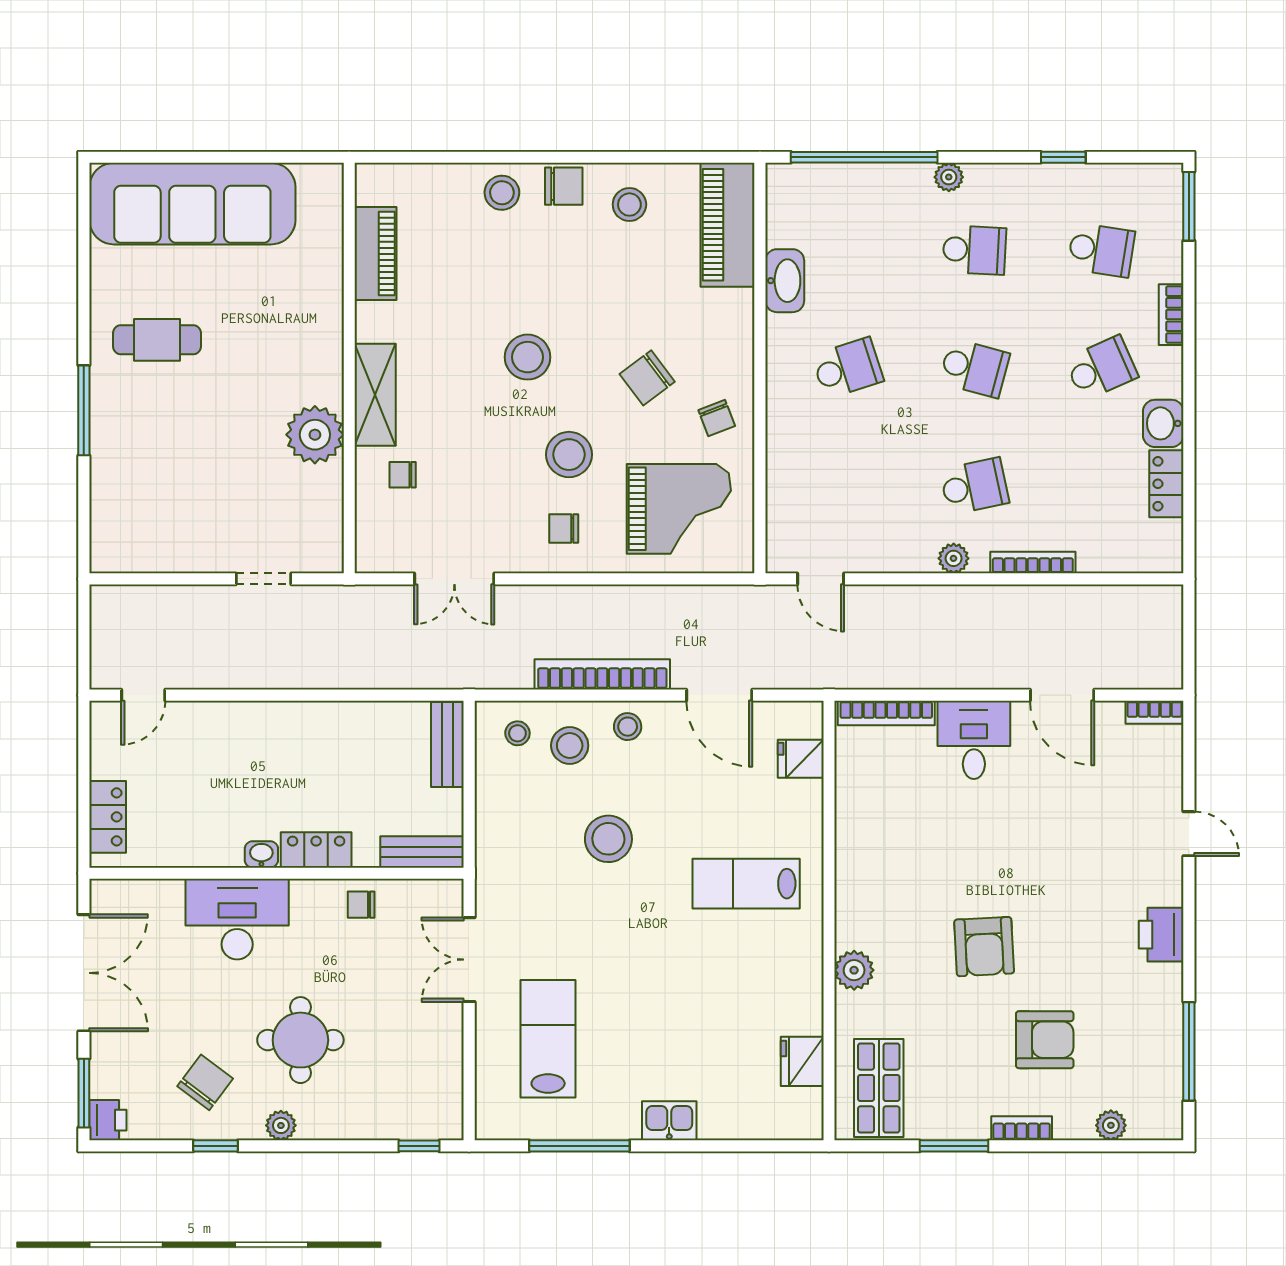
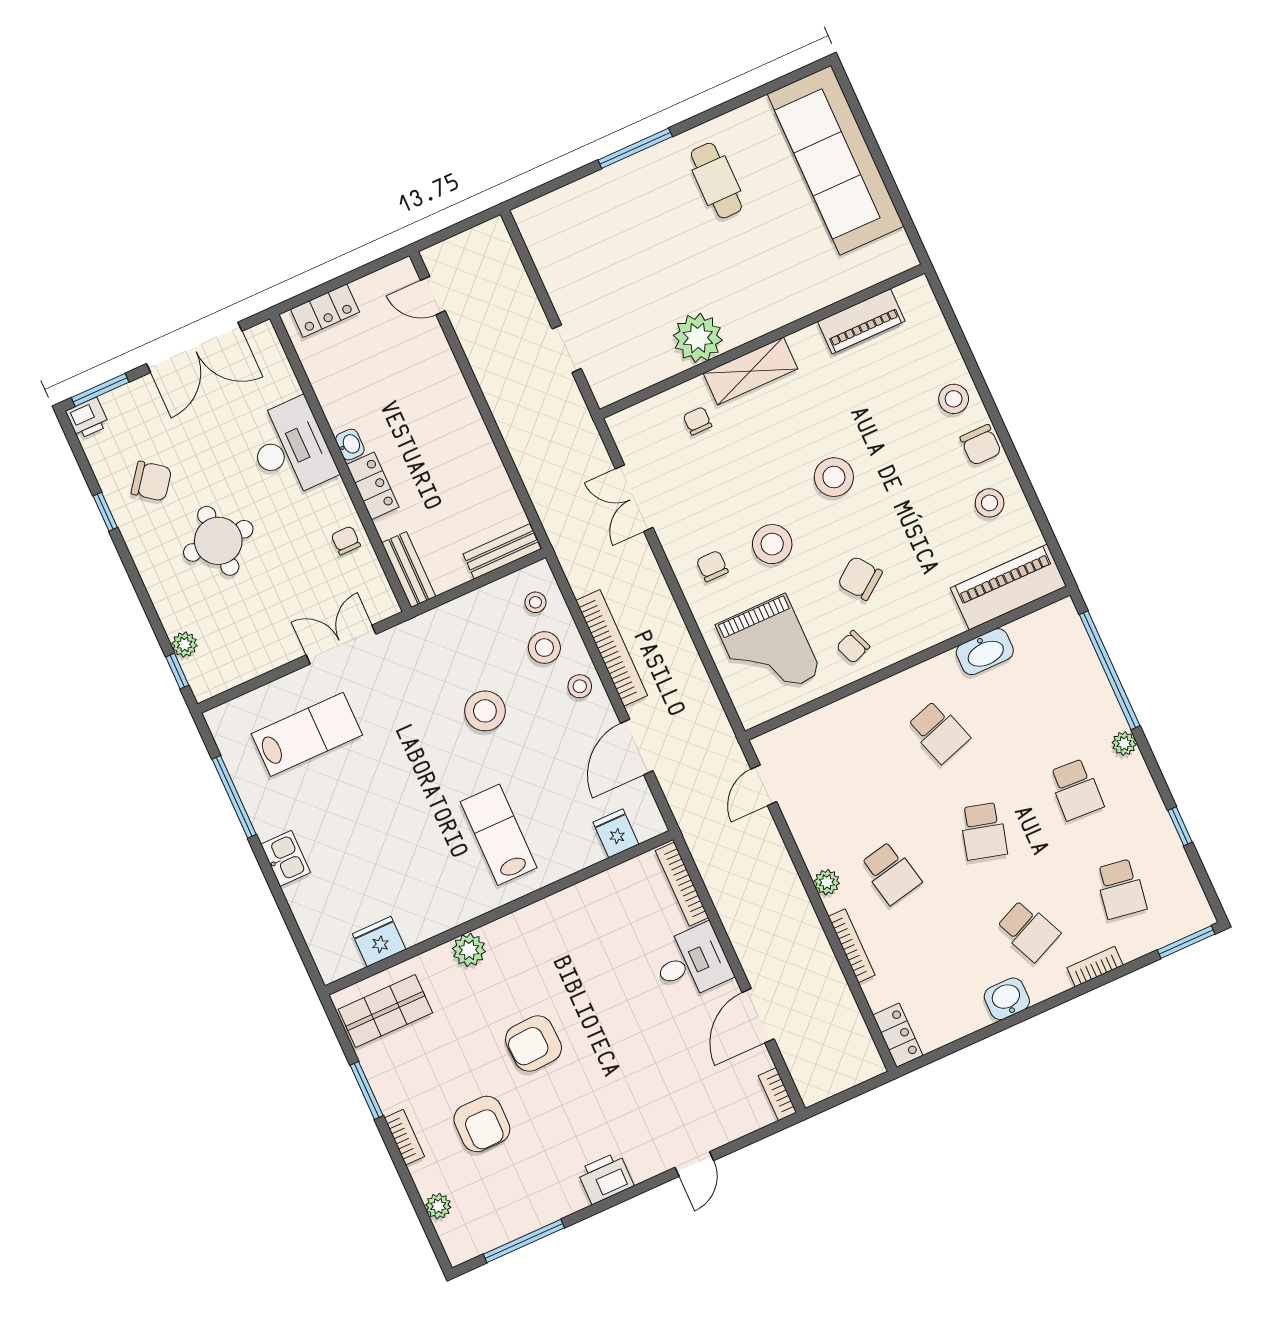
locker: (1166, 484) -> (898, 1035), moved, turned 90
plant: (281, 1125) -> (185, 644), moved

